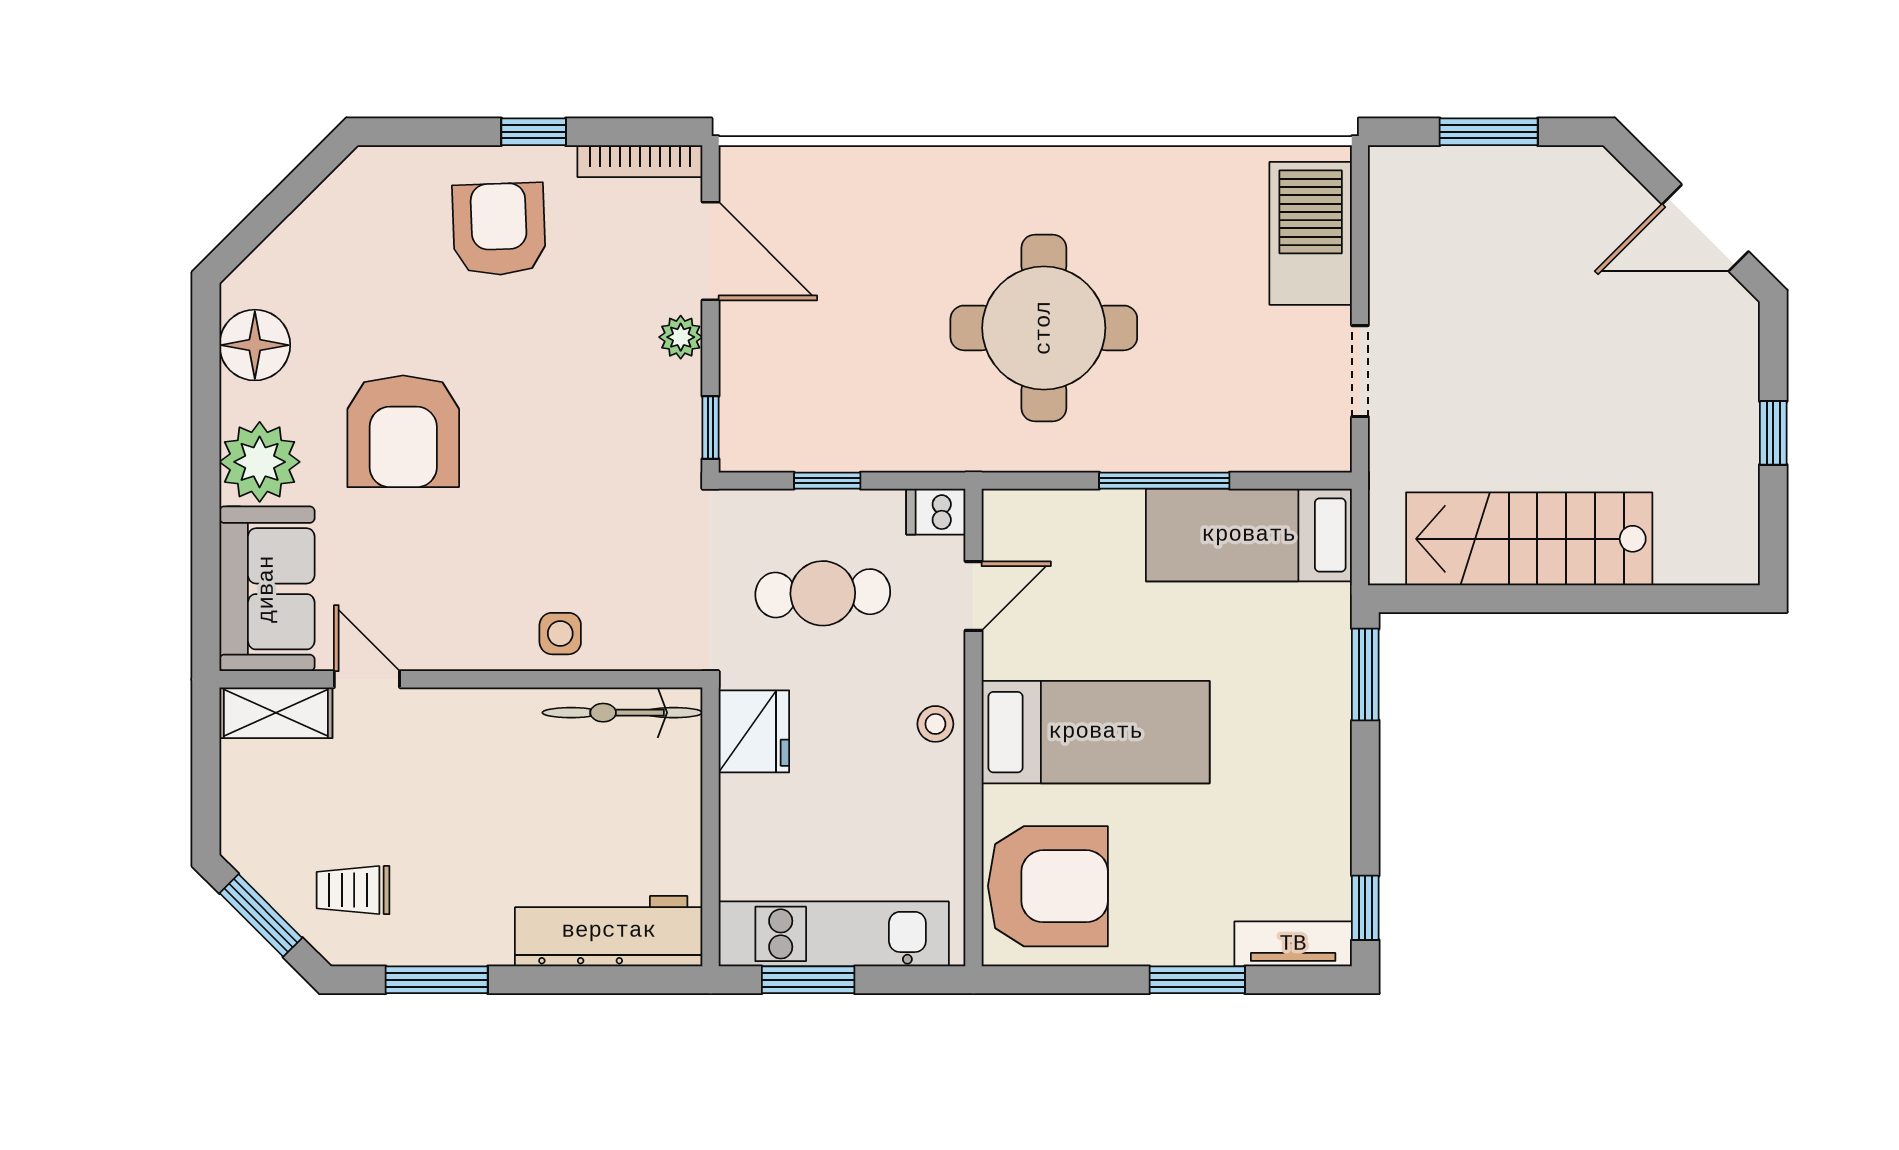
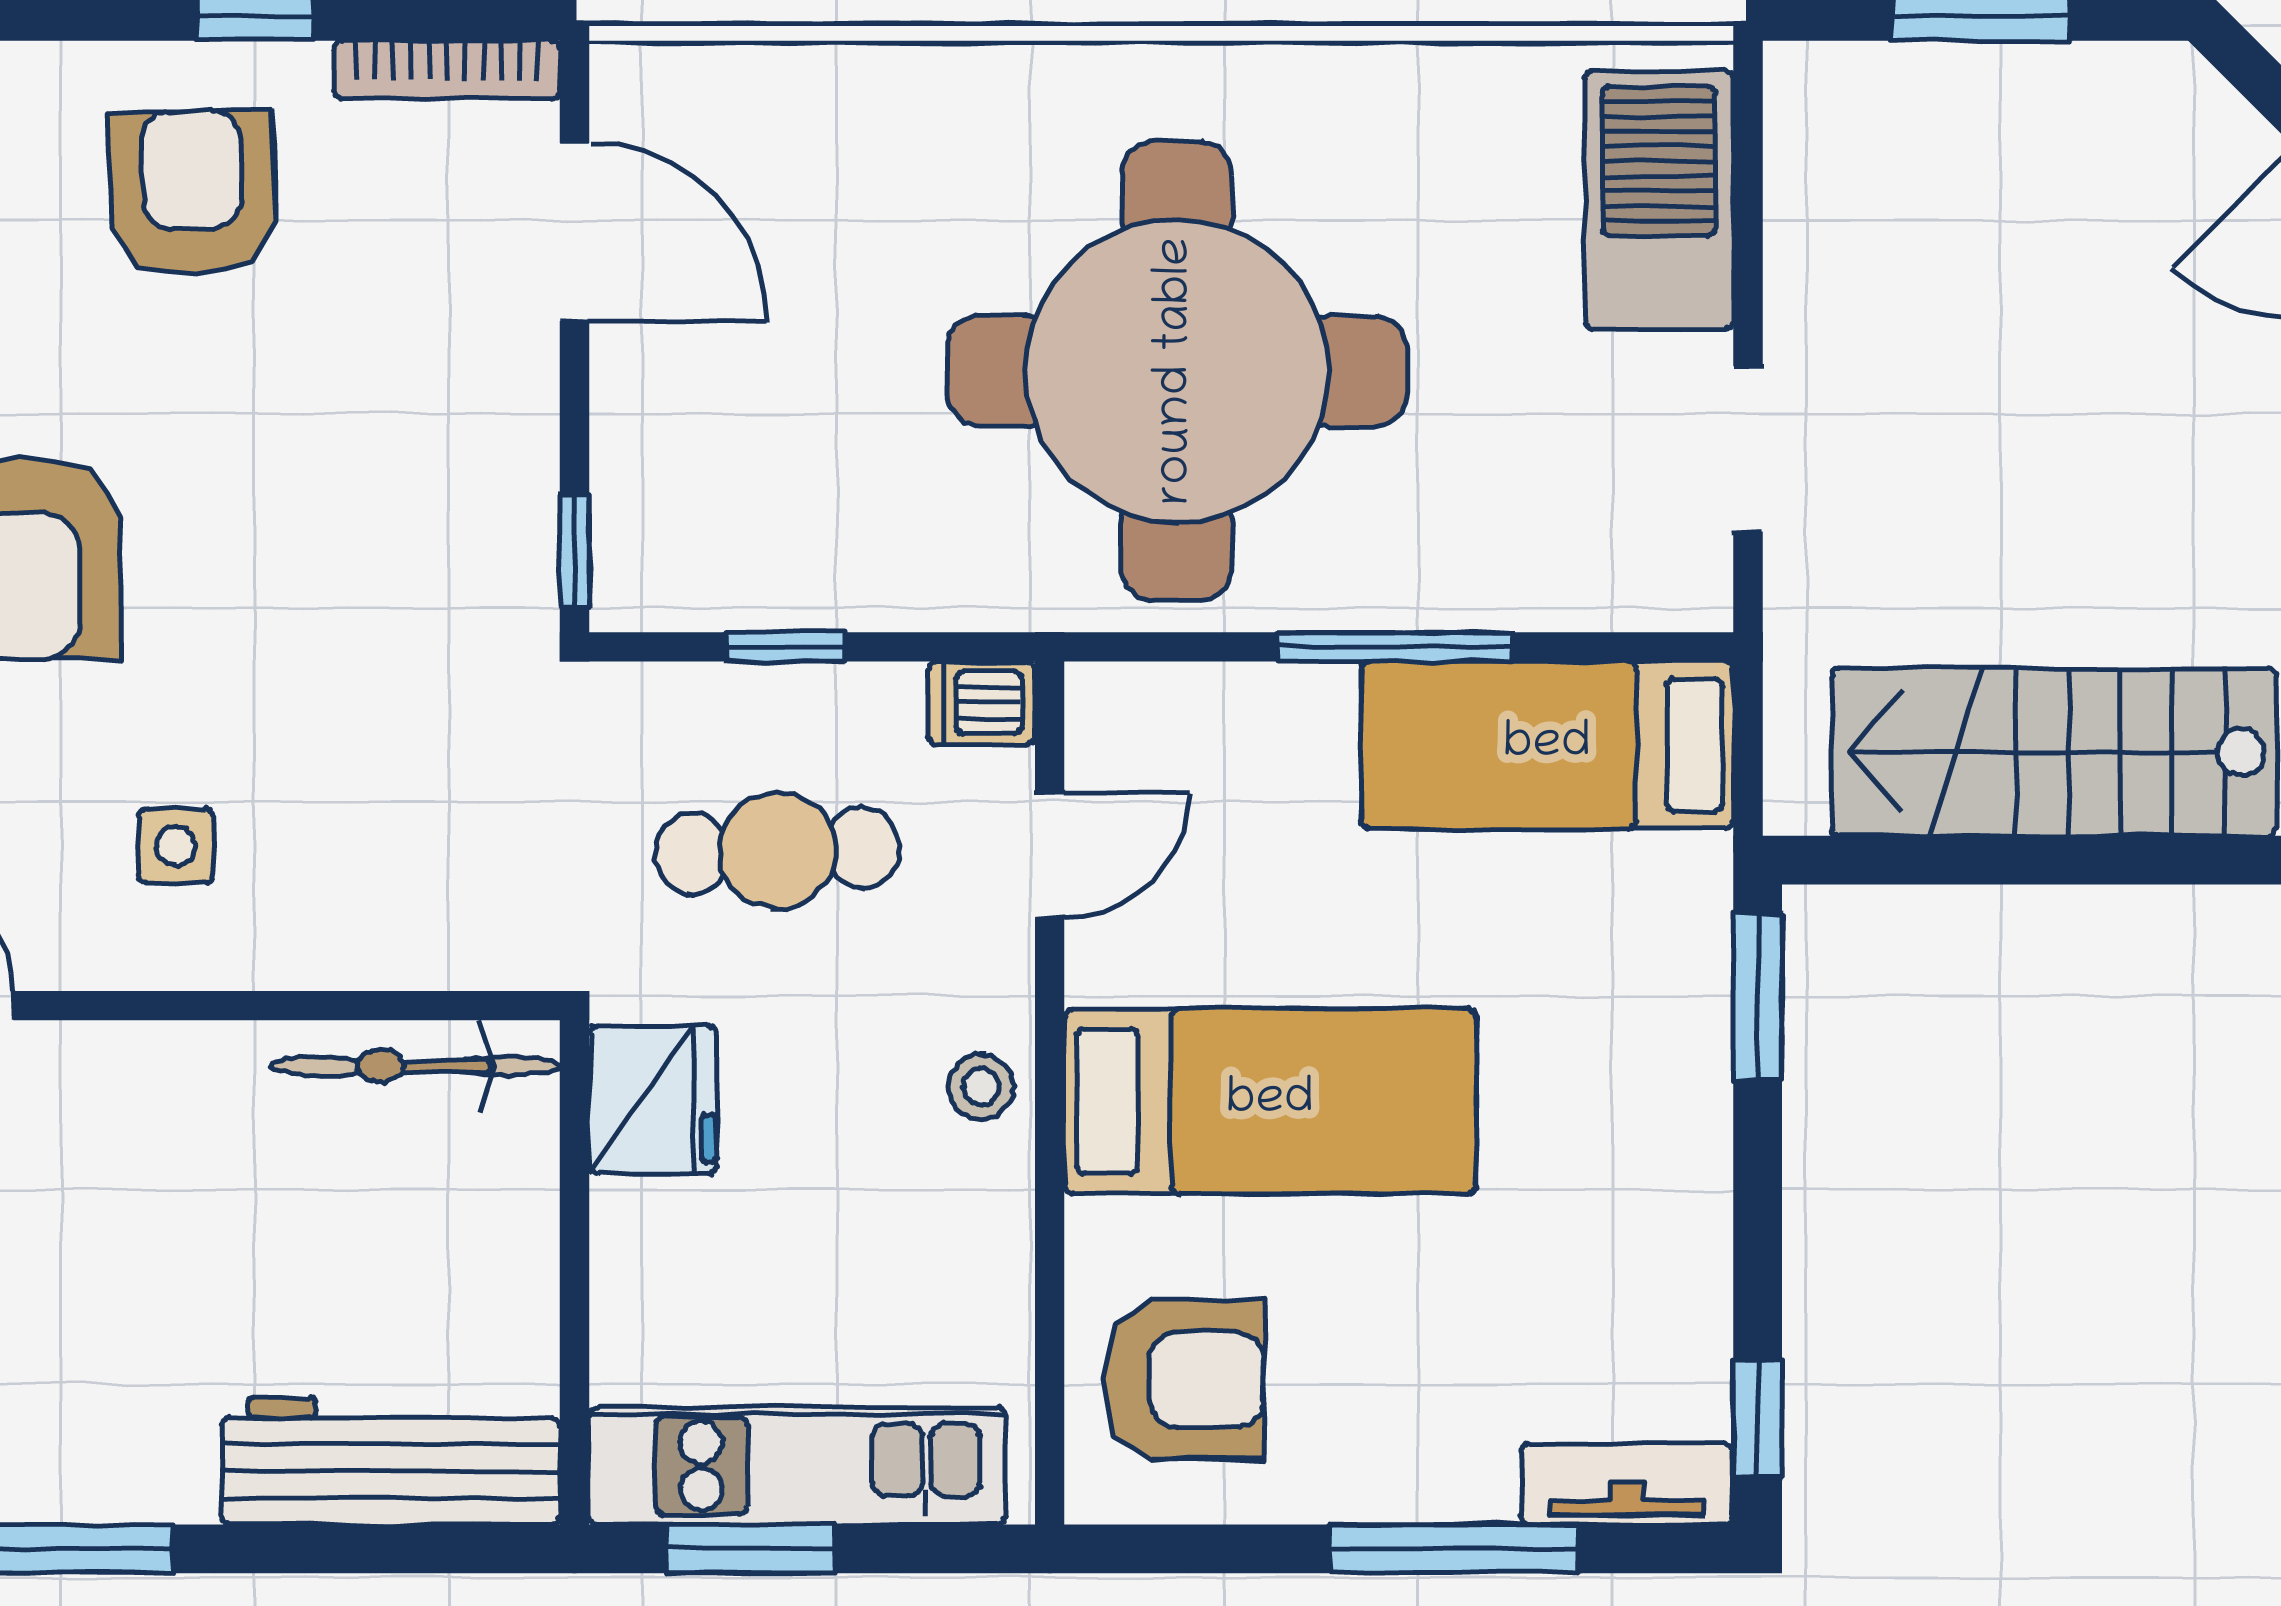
round table: (1044, 328) -> (1177, 371), width x1.36, depth x1.36
plant: (681, 337) -> (521, 388), removed
side table: (560, 634) -> (176, 846), moved
armchair: (1048, 886) -> (1184, 1380), width x0.73, depth x0.73
window: (1197, 980) -> (1454, 1549), width x1.44

